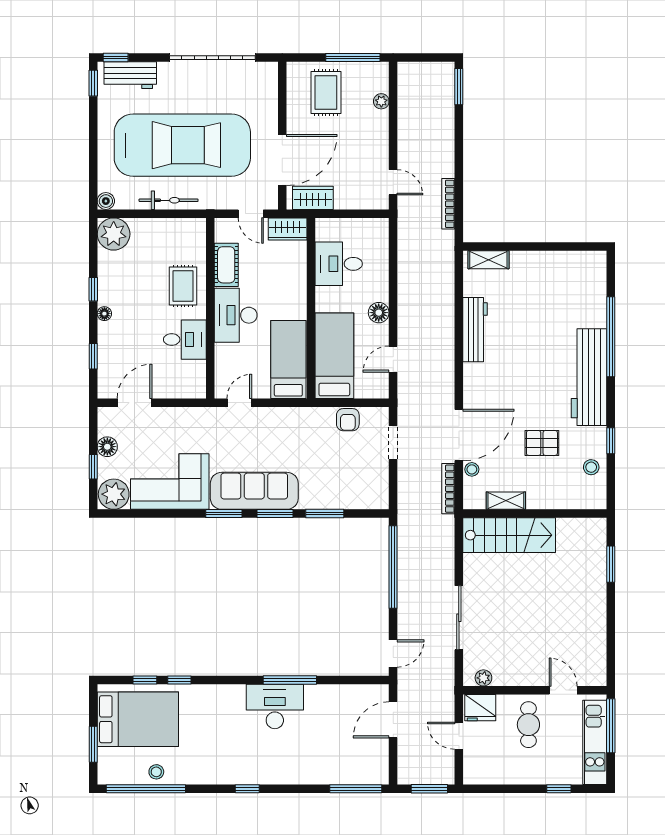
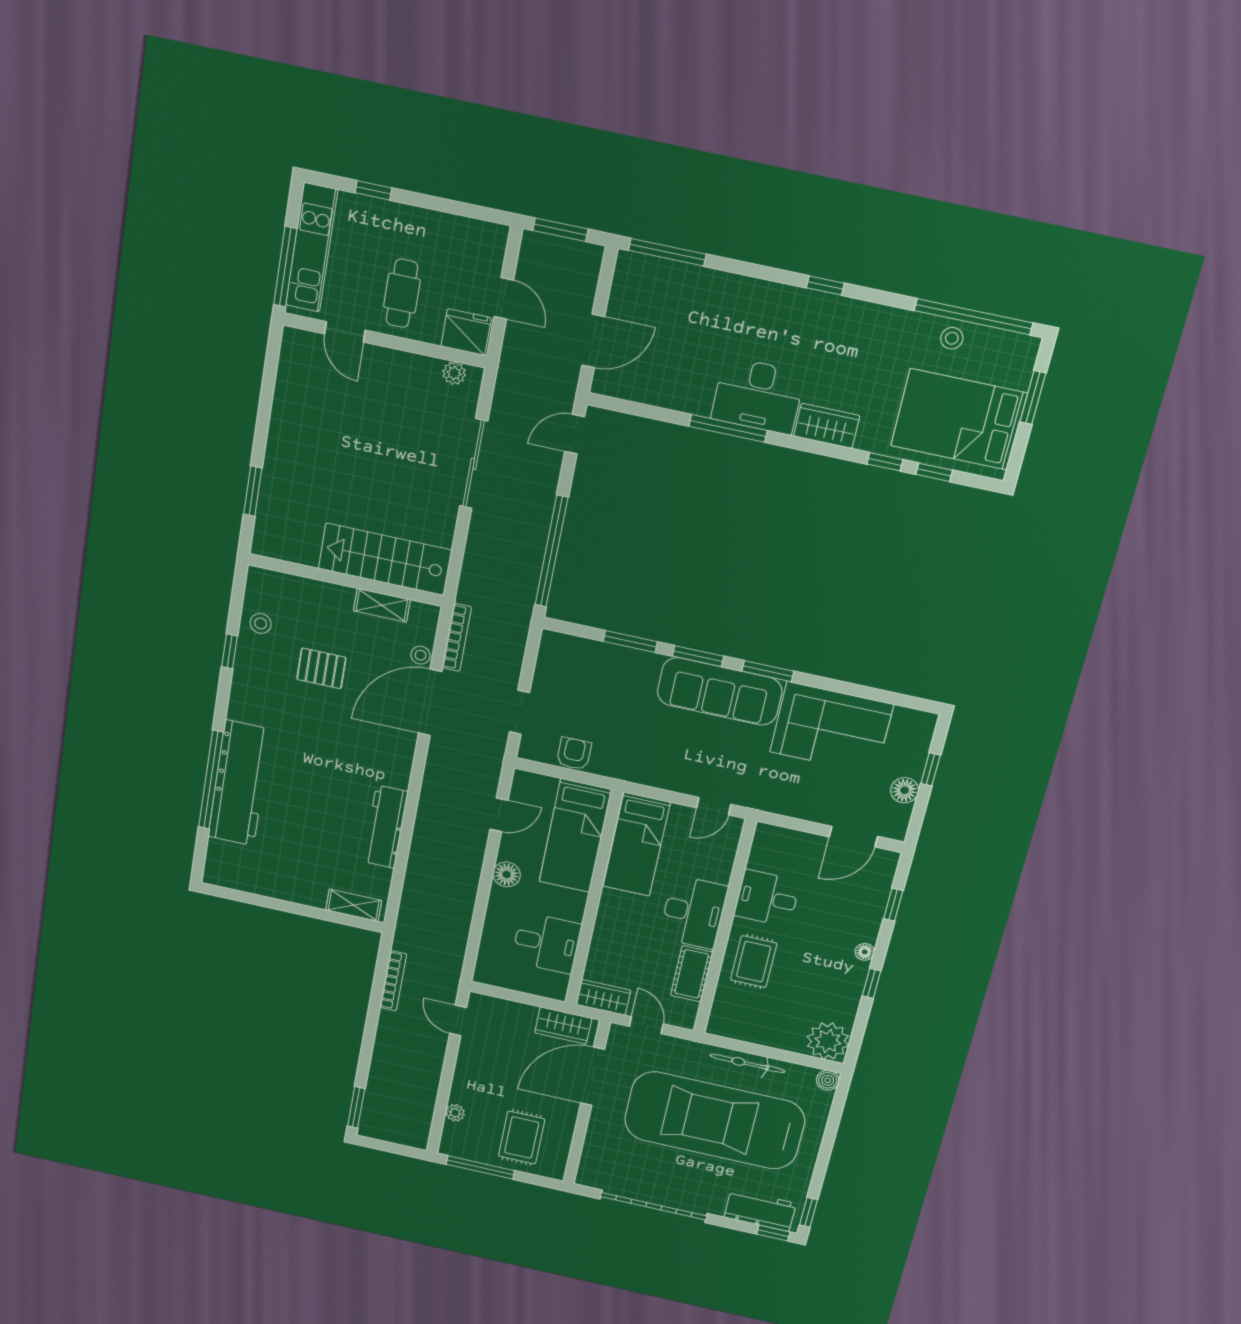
workbench: (589, 377) -> (239, 783), moved
plant: (114, 494) -> (912, 729), removed
wardrobe: (224, 696) -> (827, 426), added

